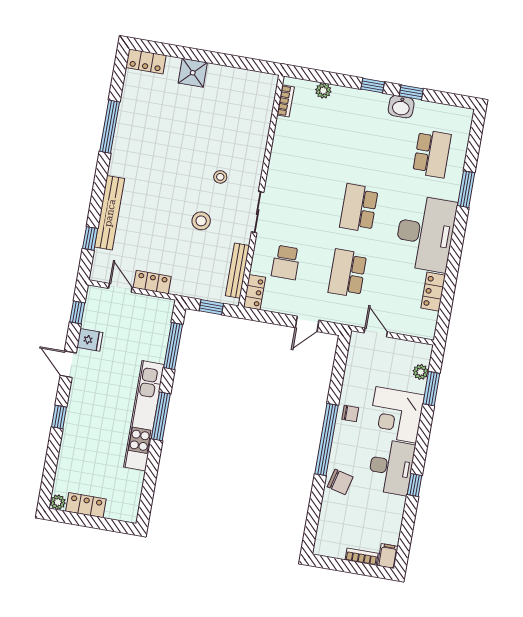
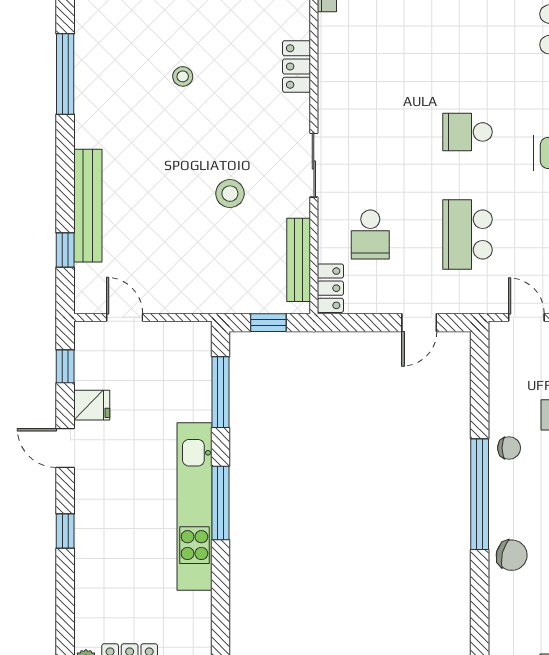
stool: (220, 177) -> (183, 76), moved
school desk: (359, 208) -> (467, 132), width x0.54
locker: (152, 282) -> (296, 66), moved, turned -90

